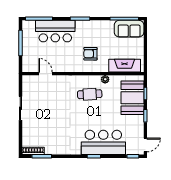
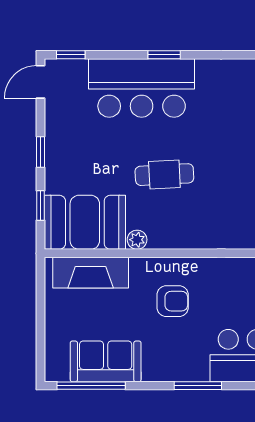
sofa: (129, 29) -> (106, 361), moved
cafe table: (90, 94) -> (164, 175), moved
booth: (132, 98) -> (85, 222), moved, turned 90

